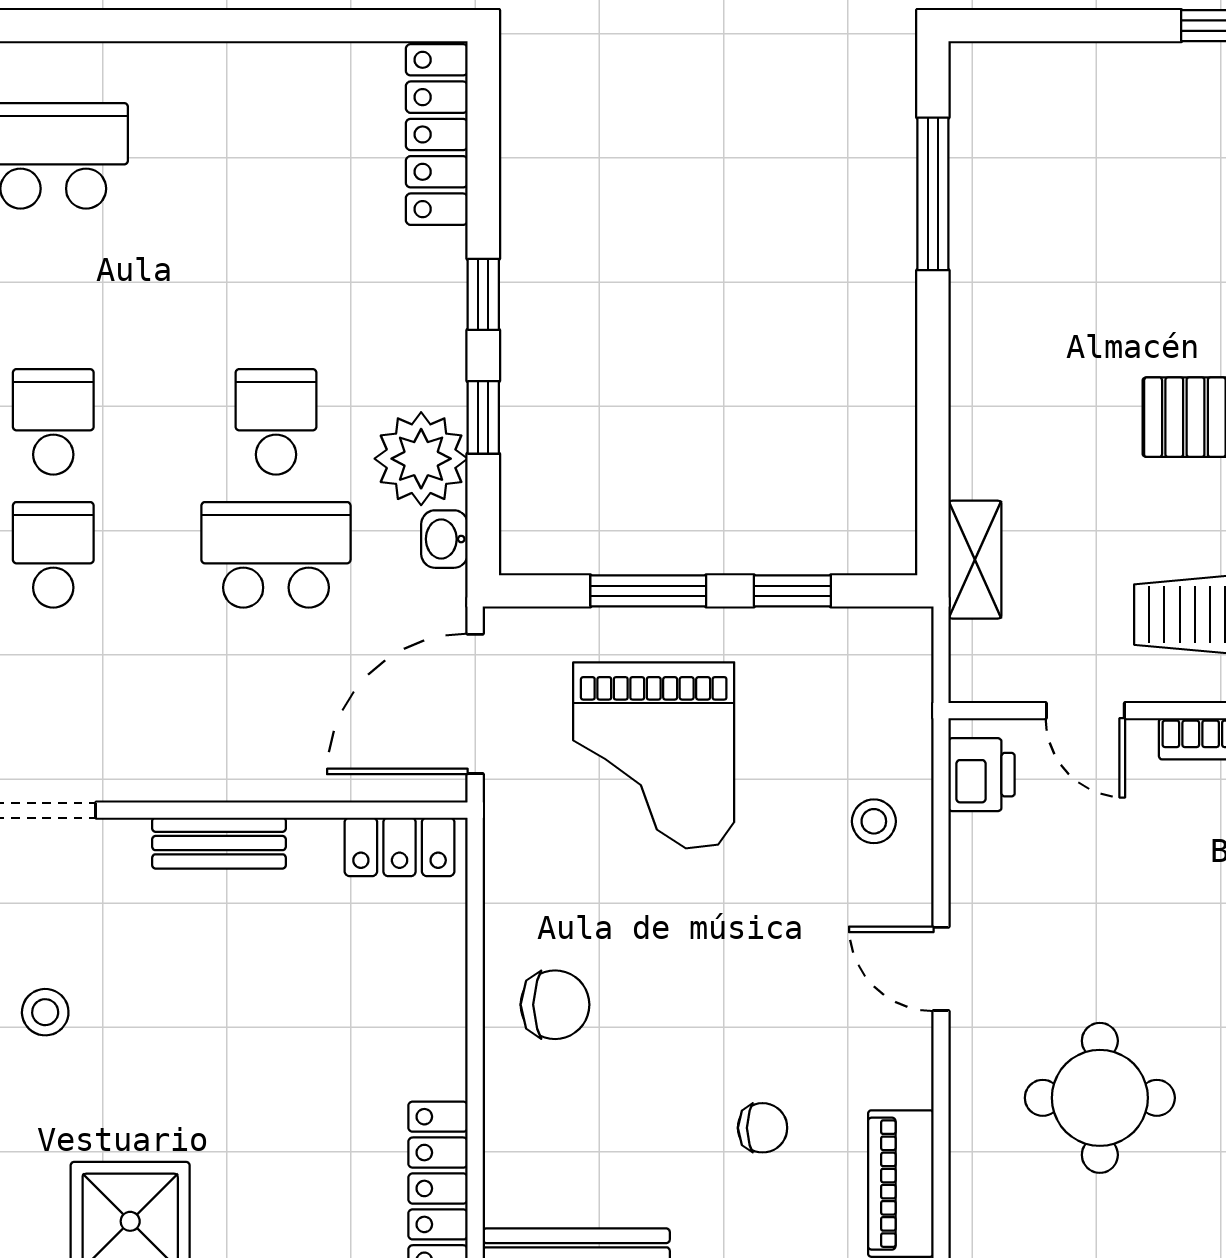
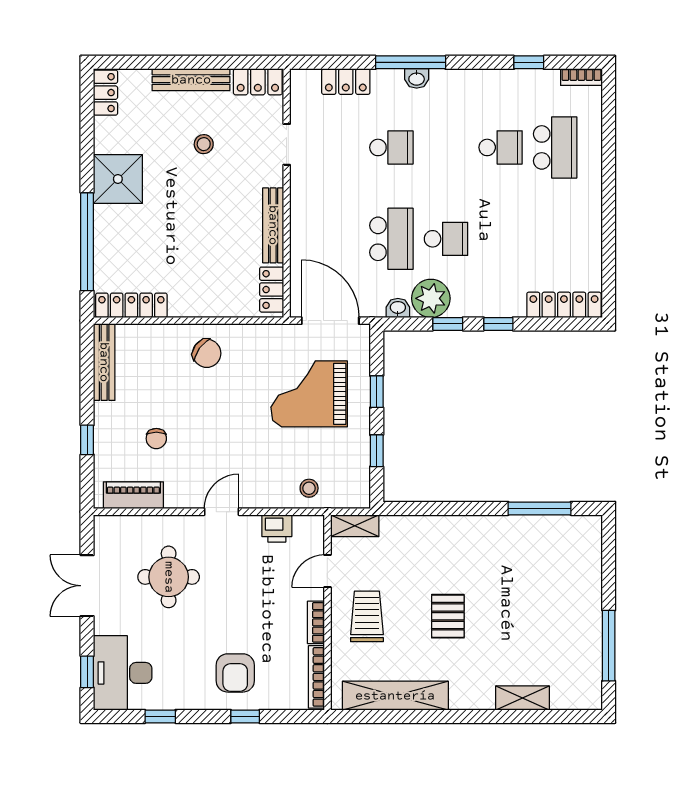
school desk: (53, 422) -> (501, 147), moved
shelving: (975, 560) -> (355, 526), moved
window: (648, 591) -> (377, 392), width x0.67
printer: (982, 775) -> (277, 528), moved
stool: (874, 821) -> (309, 488), moved
bench: (219, 843) -> (273, 225), width x1.36
chair: (555, 1005) -> (207, 353), turned -54

